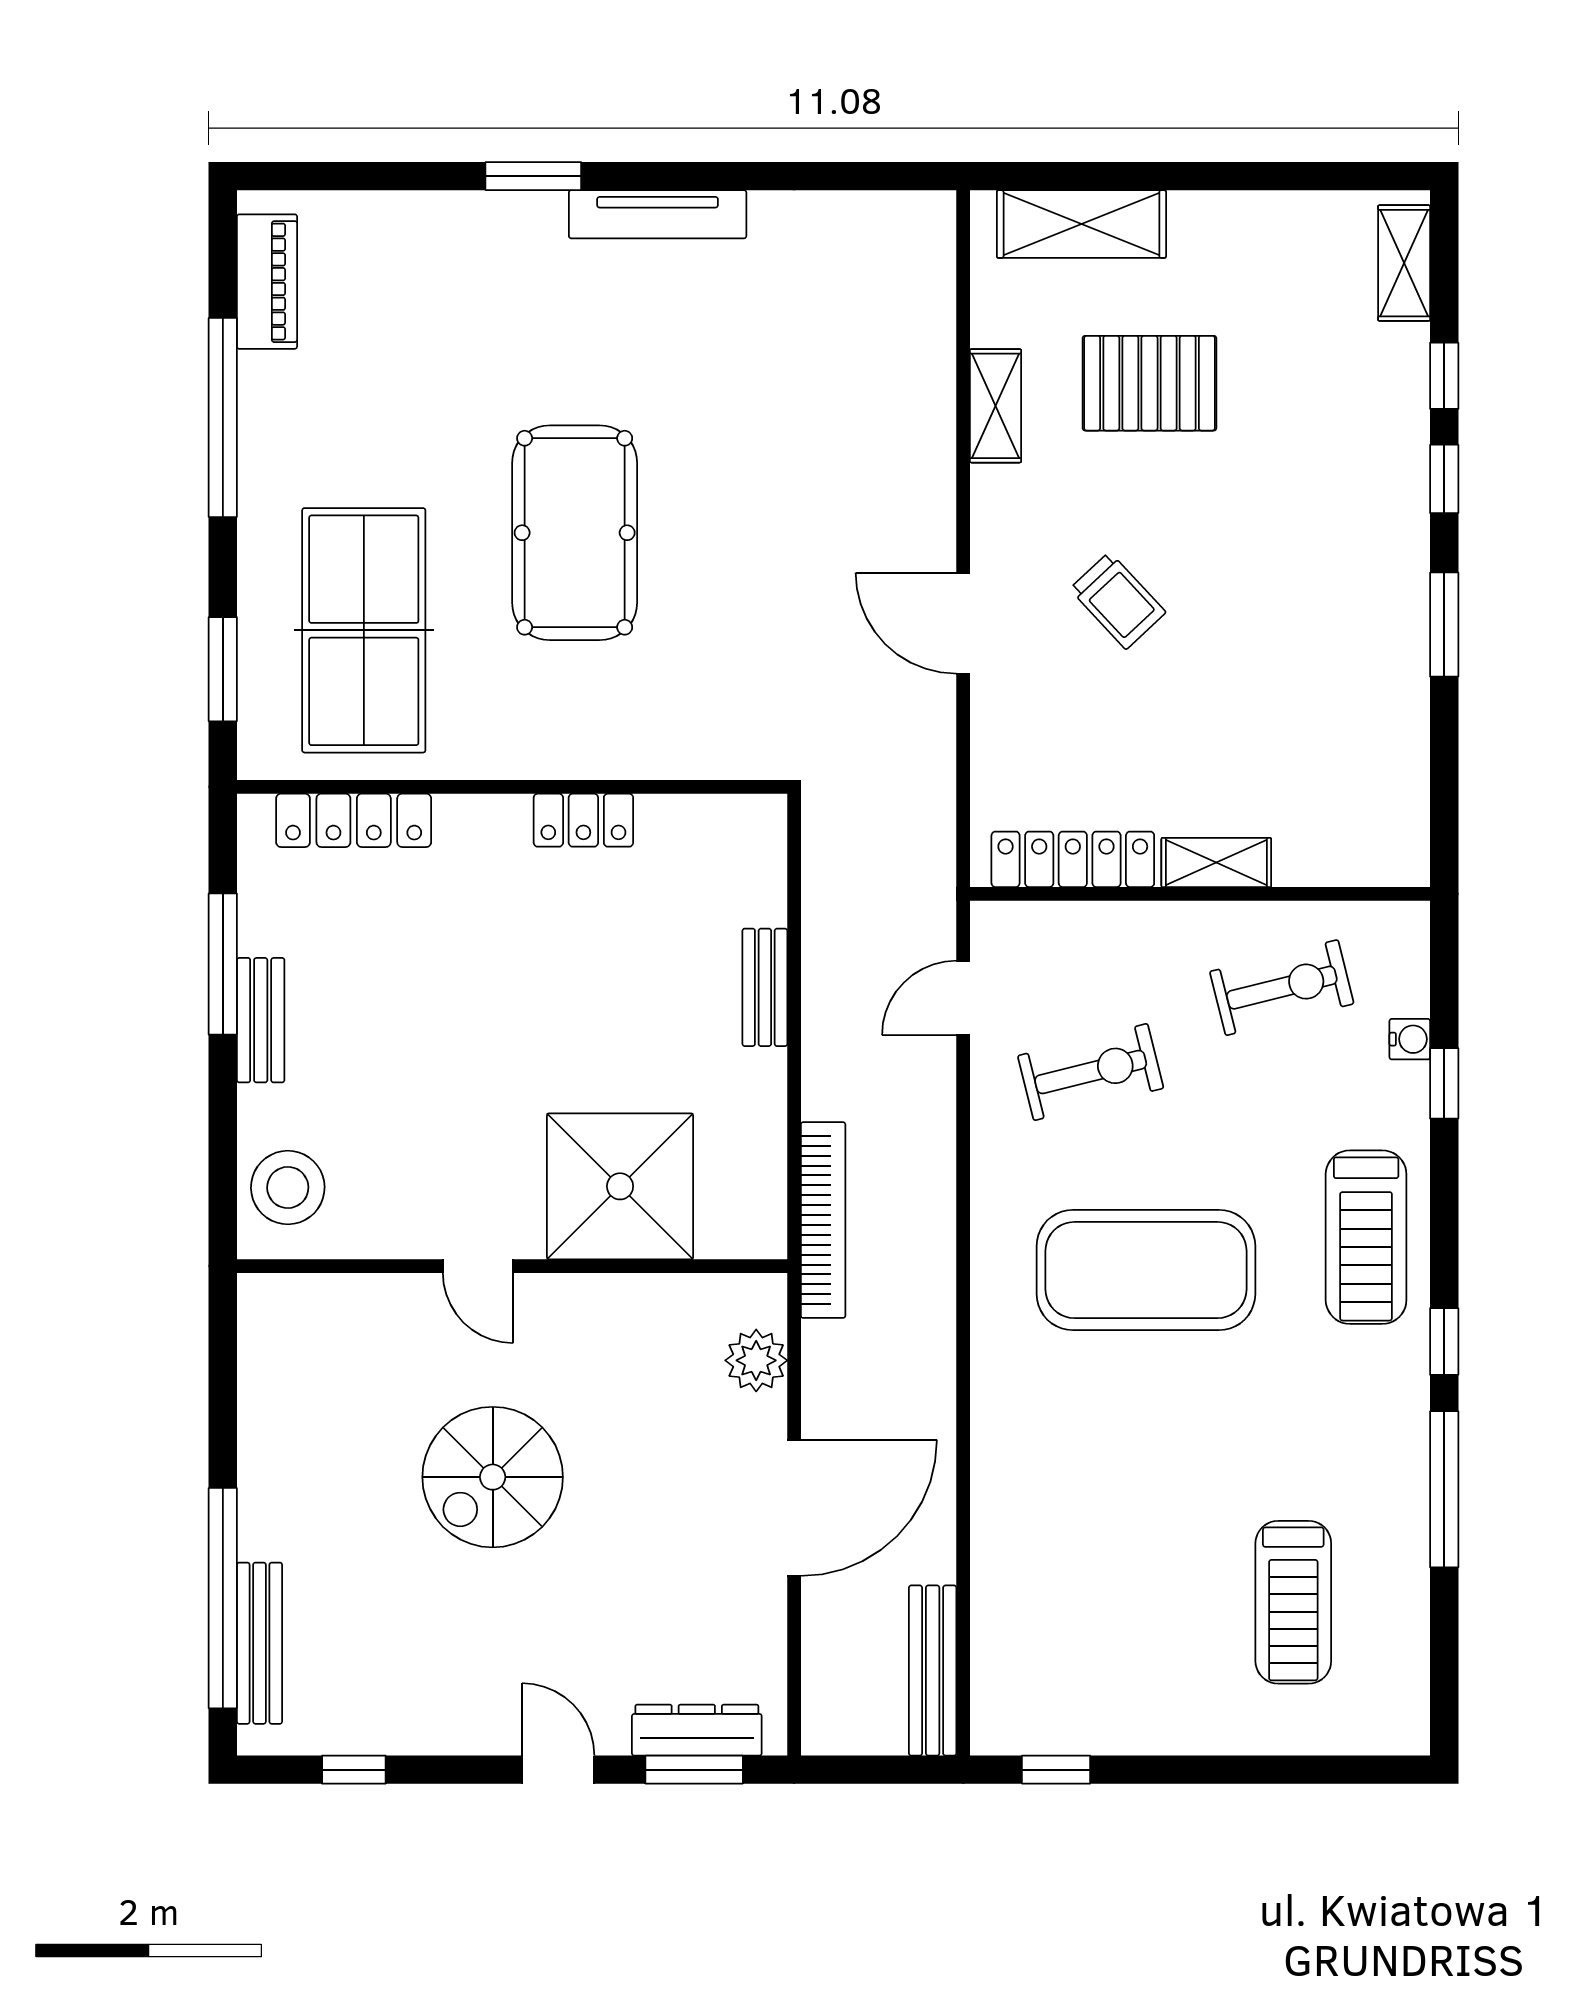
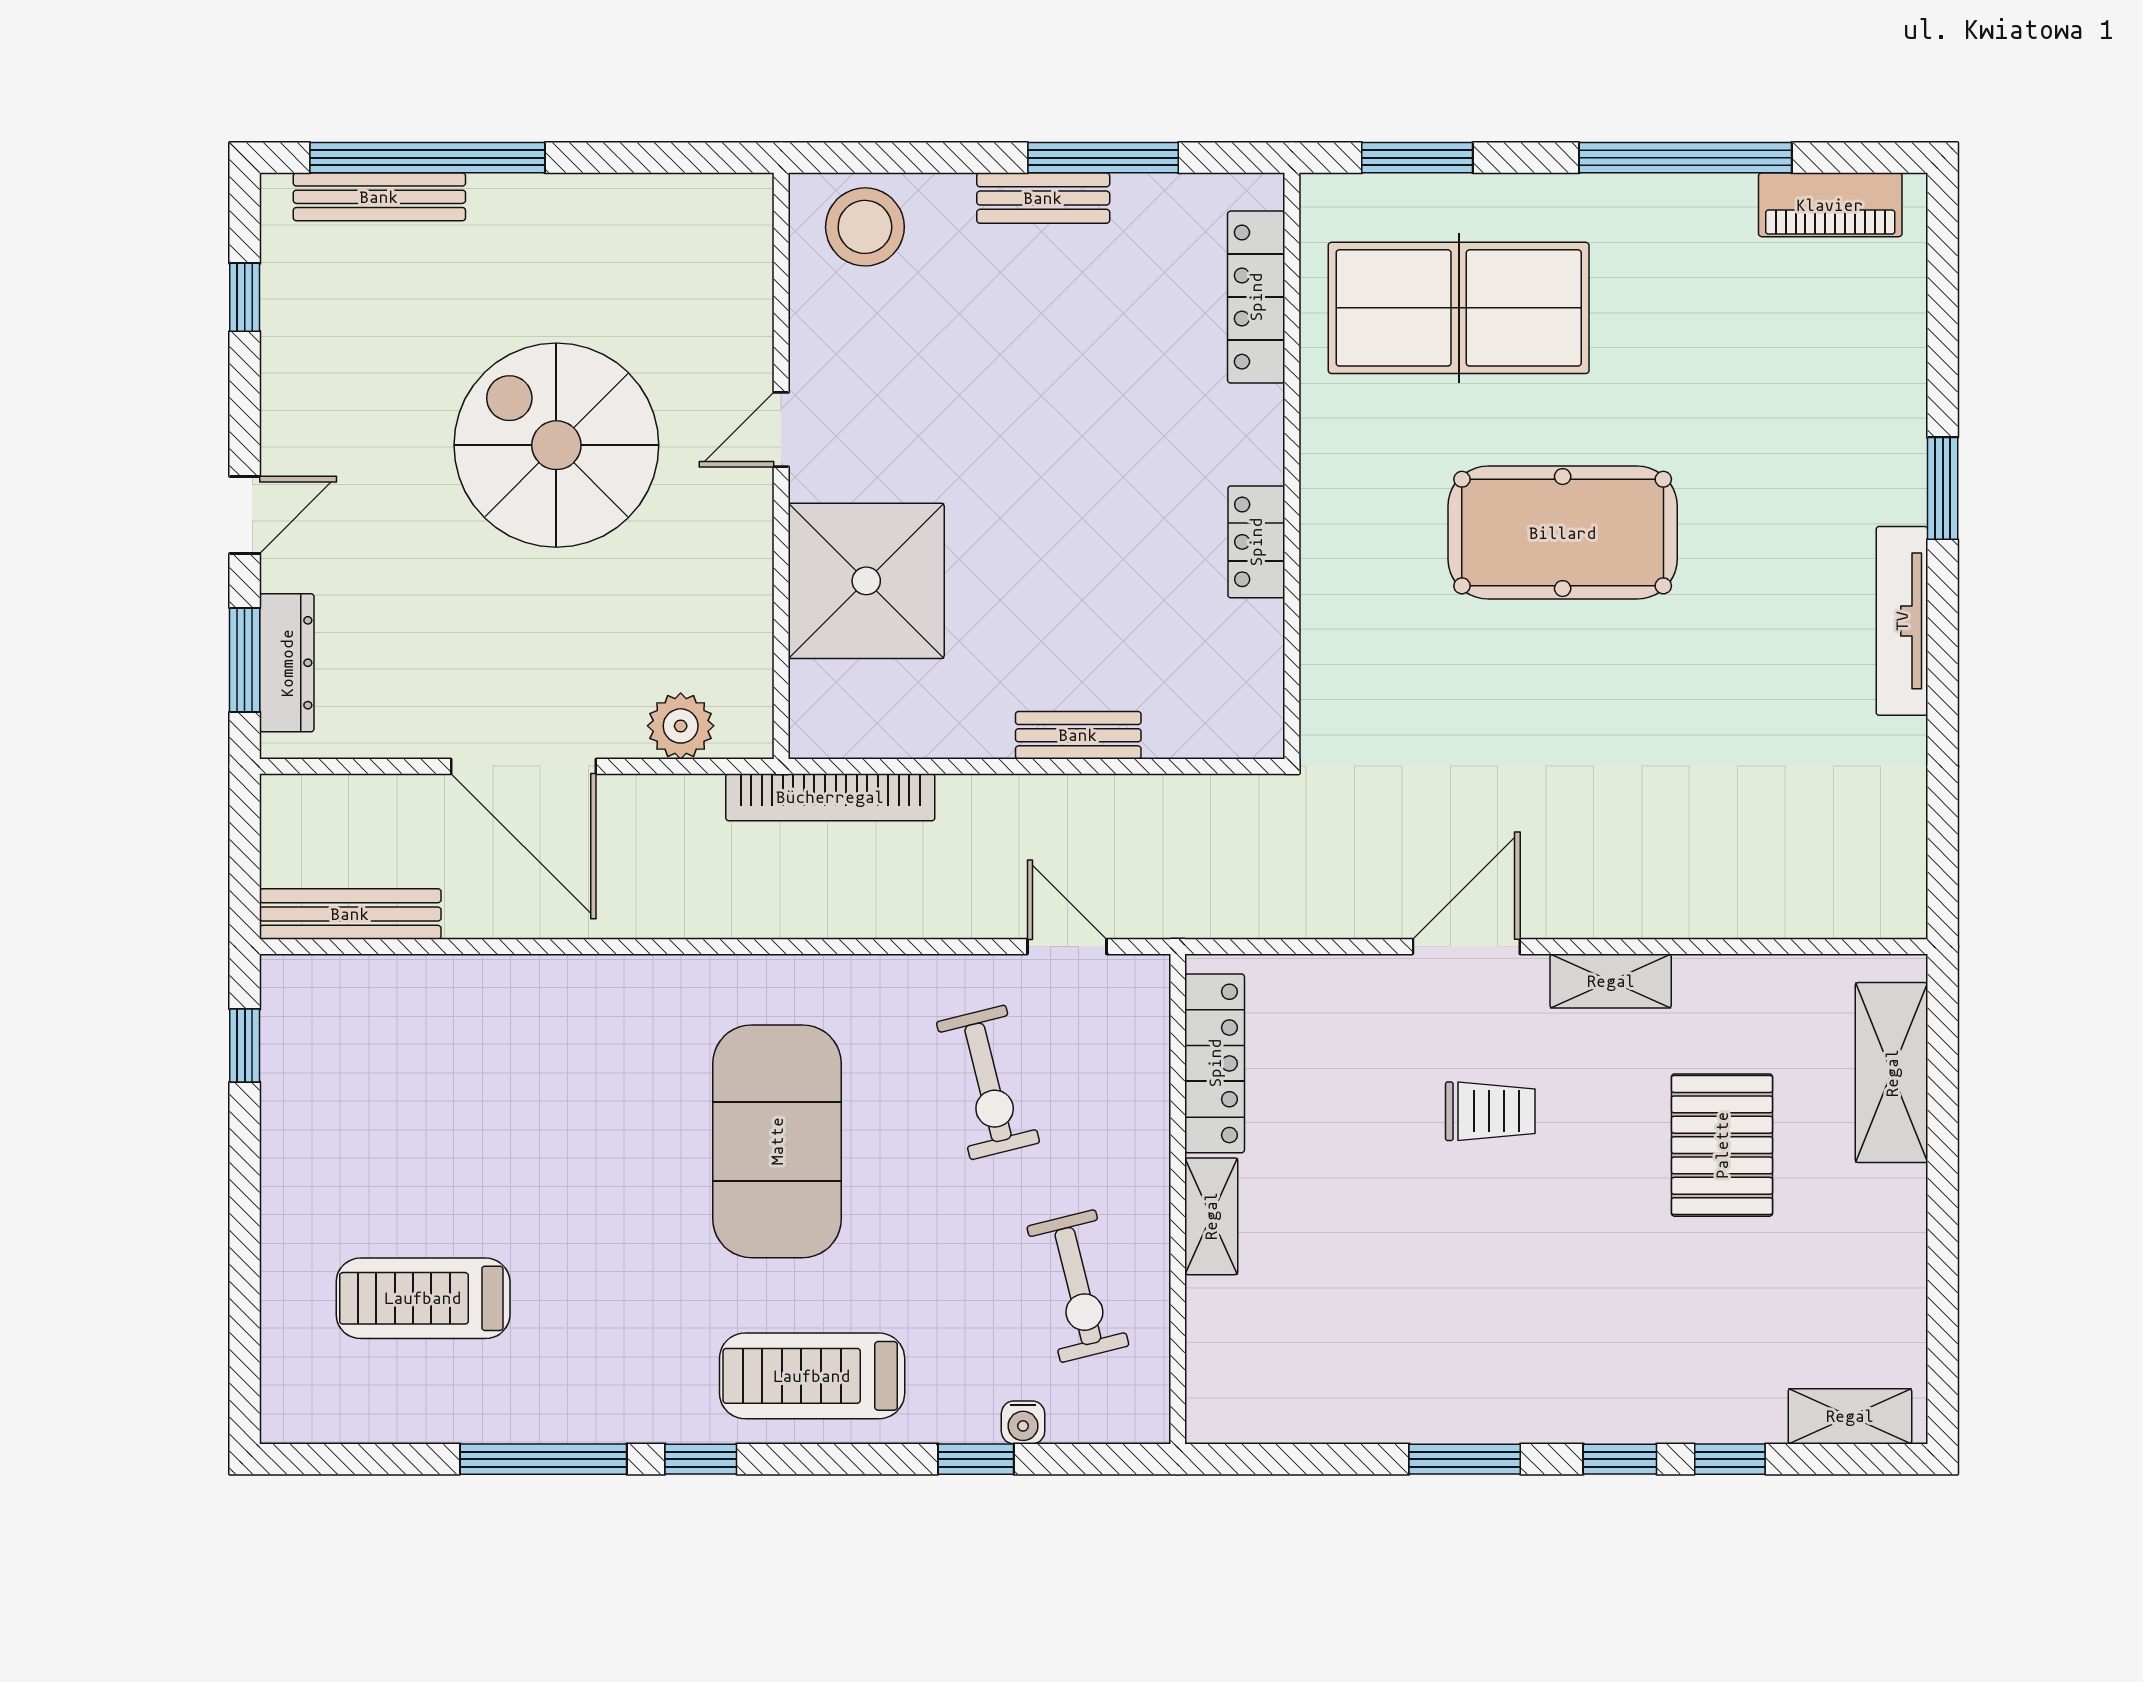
shelving: (996, 406) -> (1611, 981), moved
trolley: (1118, 601) -> (1490, 1111), turned -137
spiral stairs: (493, 1477) -> (556, 445), width x1.37, depth x1.37

